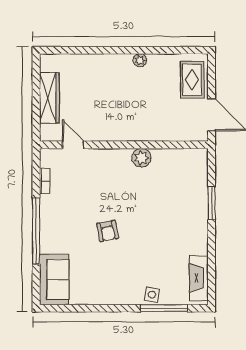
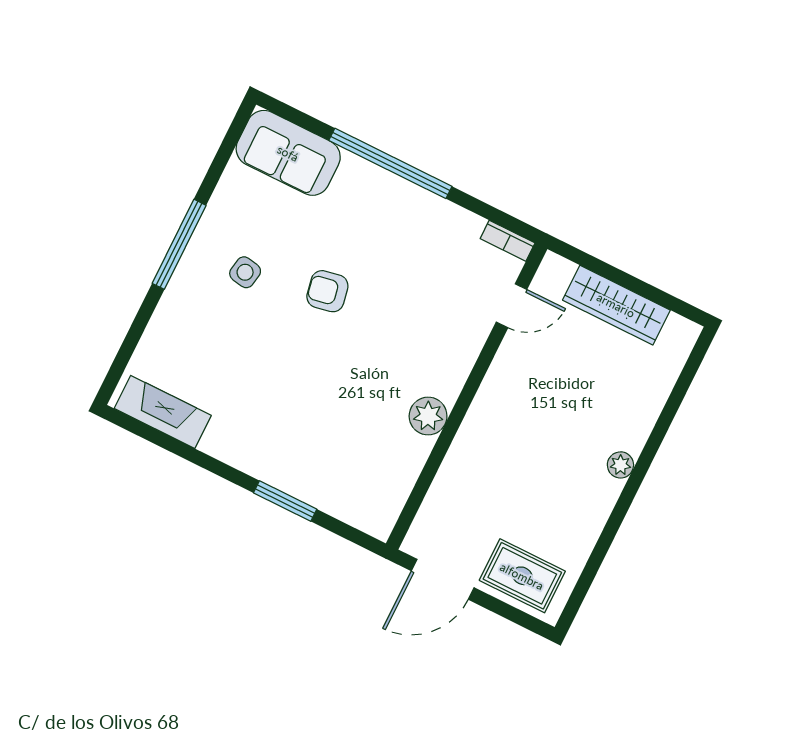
plant: (140, 60) -> (620, 465), moved
bookcase: (45, 181) -> (508, 241), moved
side table: (152, 295) -> (245, 272), moved
window: (164, 308) -> (179, 244), moved

